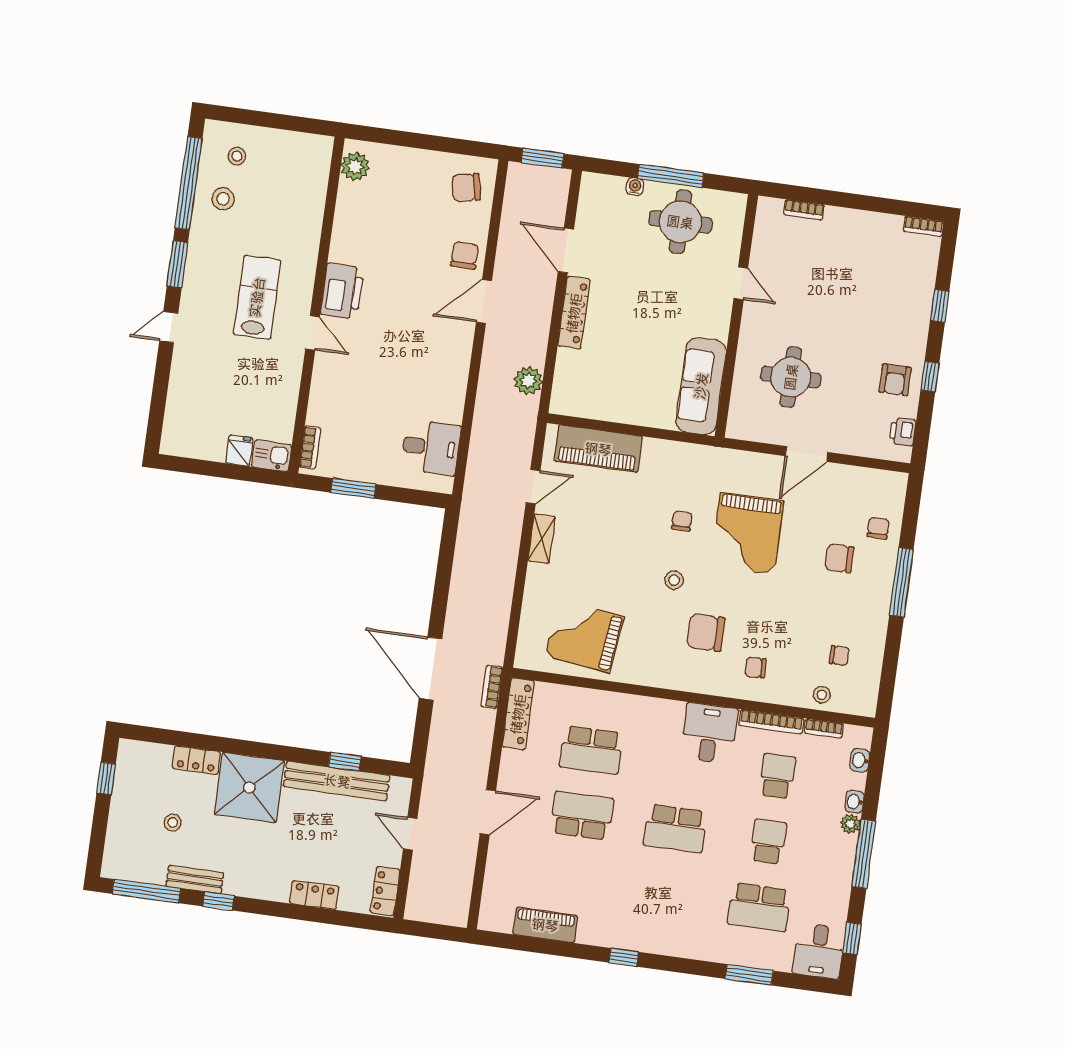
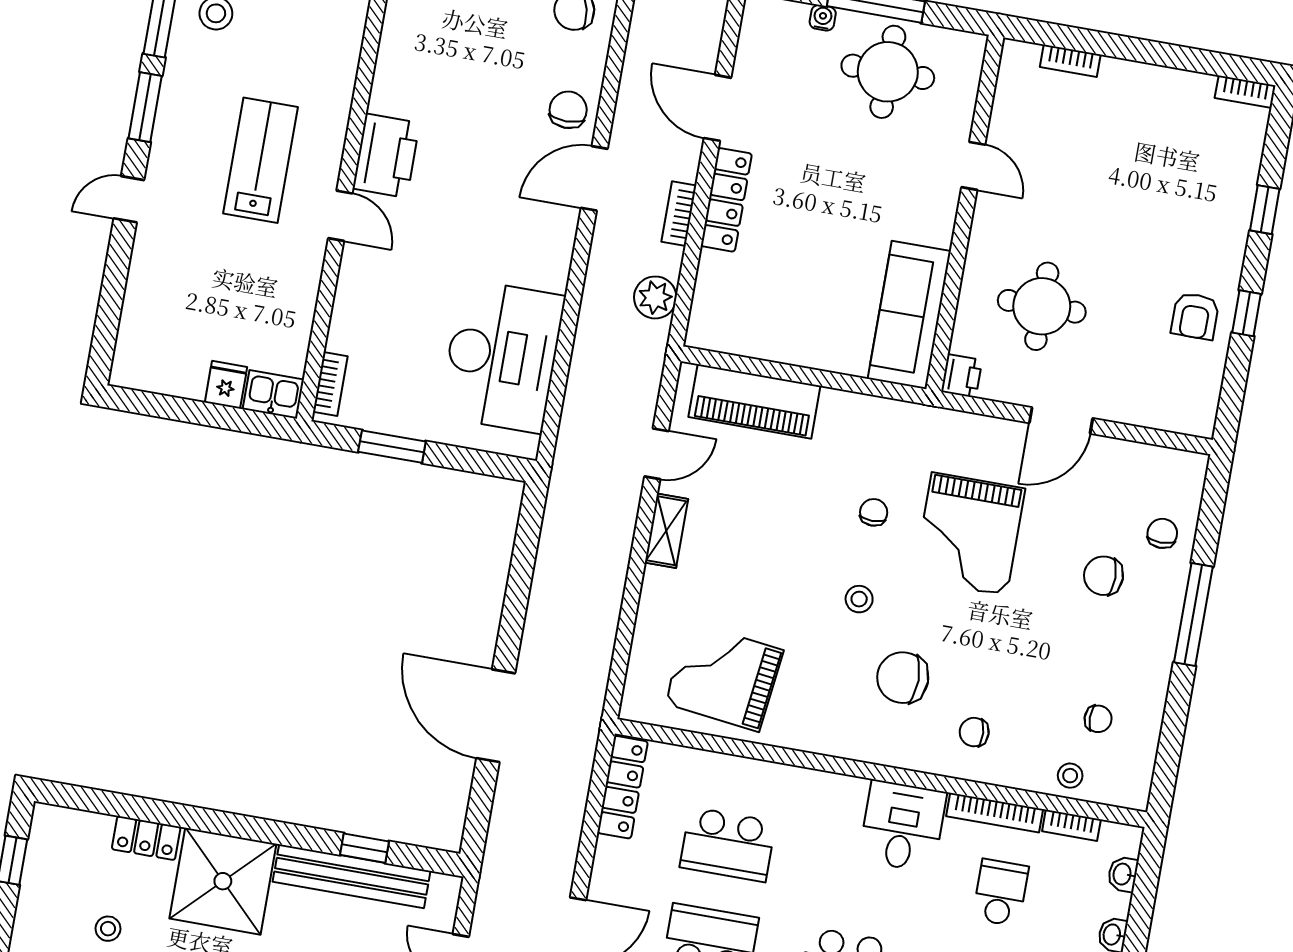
printer: (903, 432) -> (961, 376), moved, turned 180
desk: (431, 447) -> (502, 356), width x1.87, depth x1.30
bookcase: (492, 687) -> (679, 214), moved

